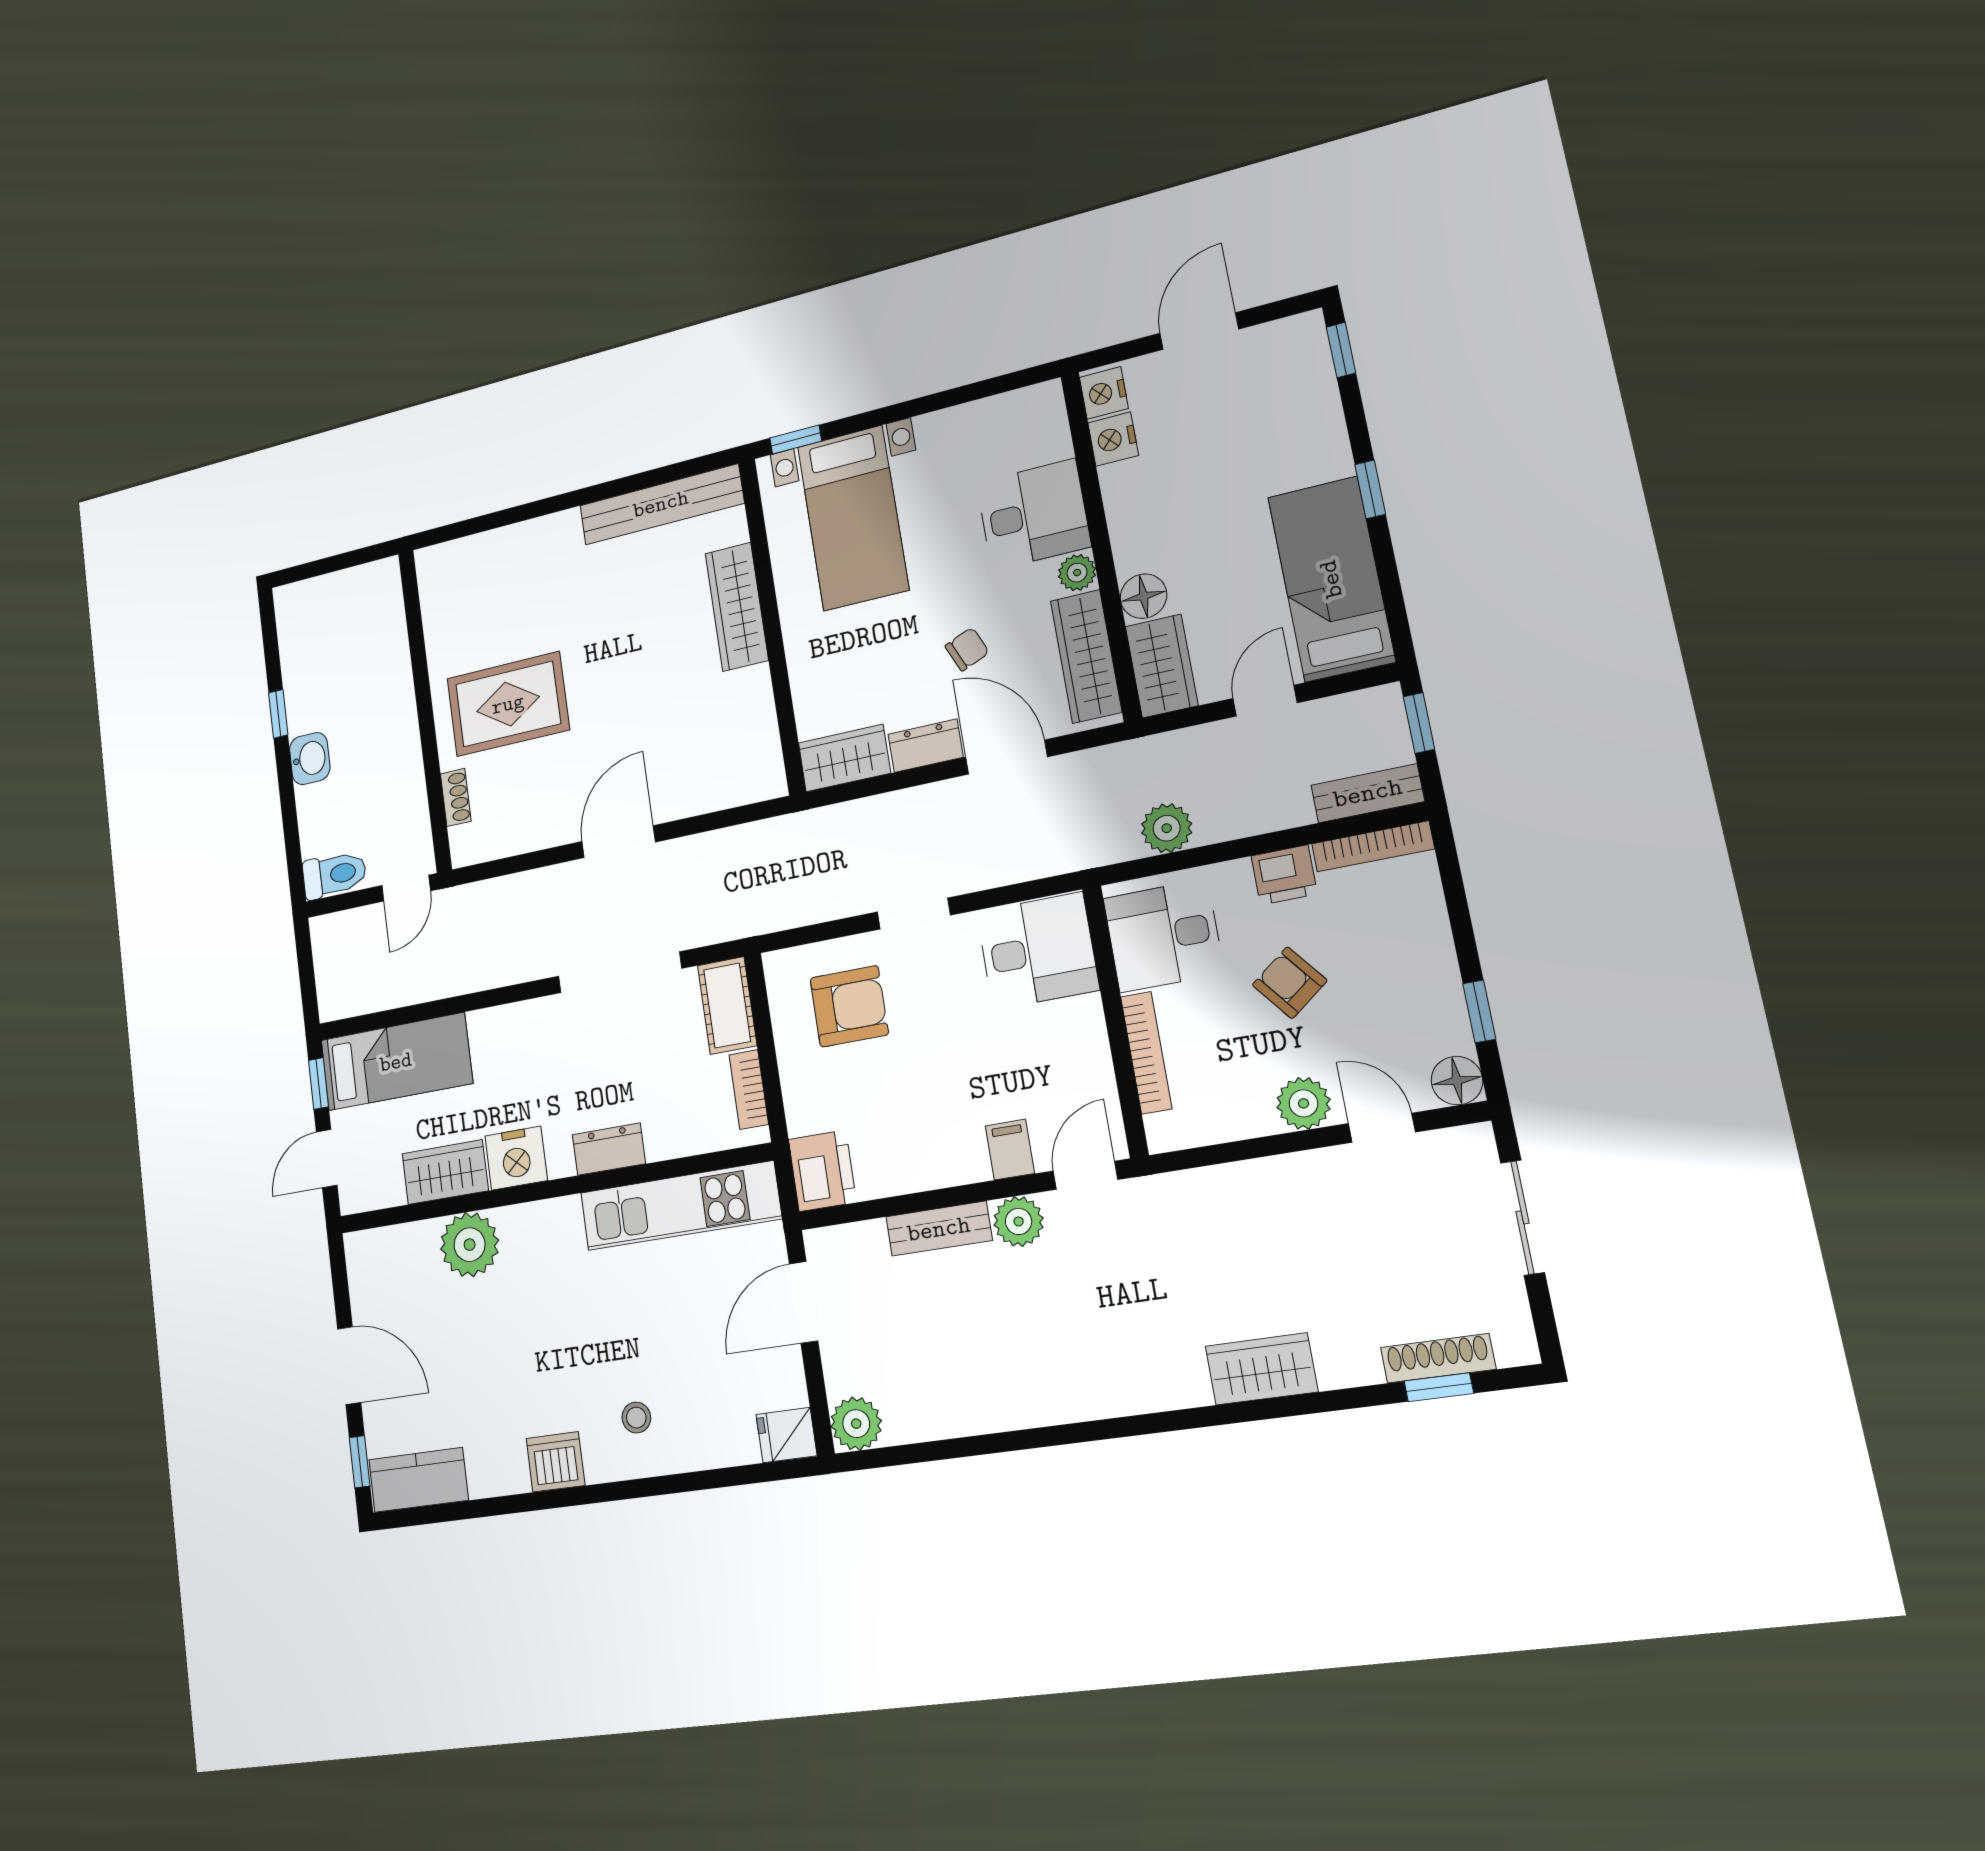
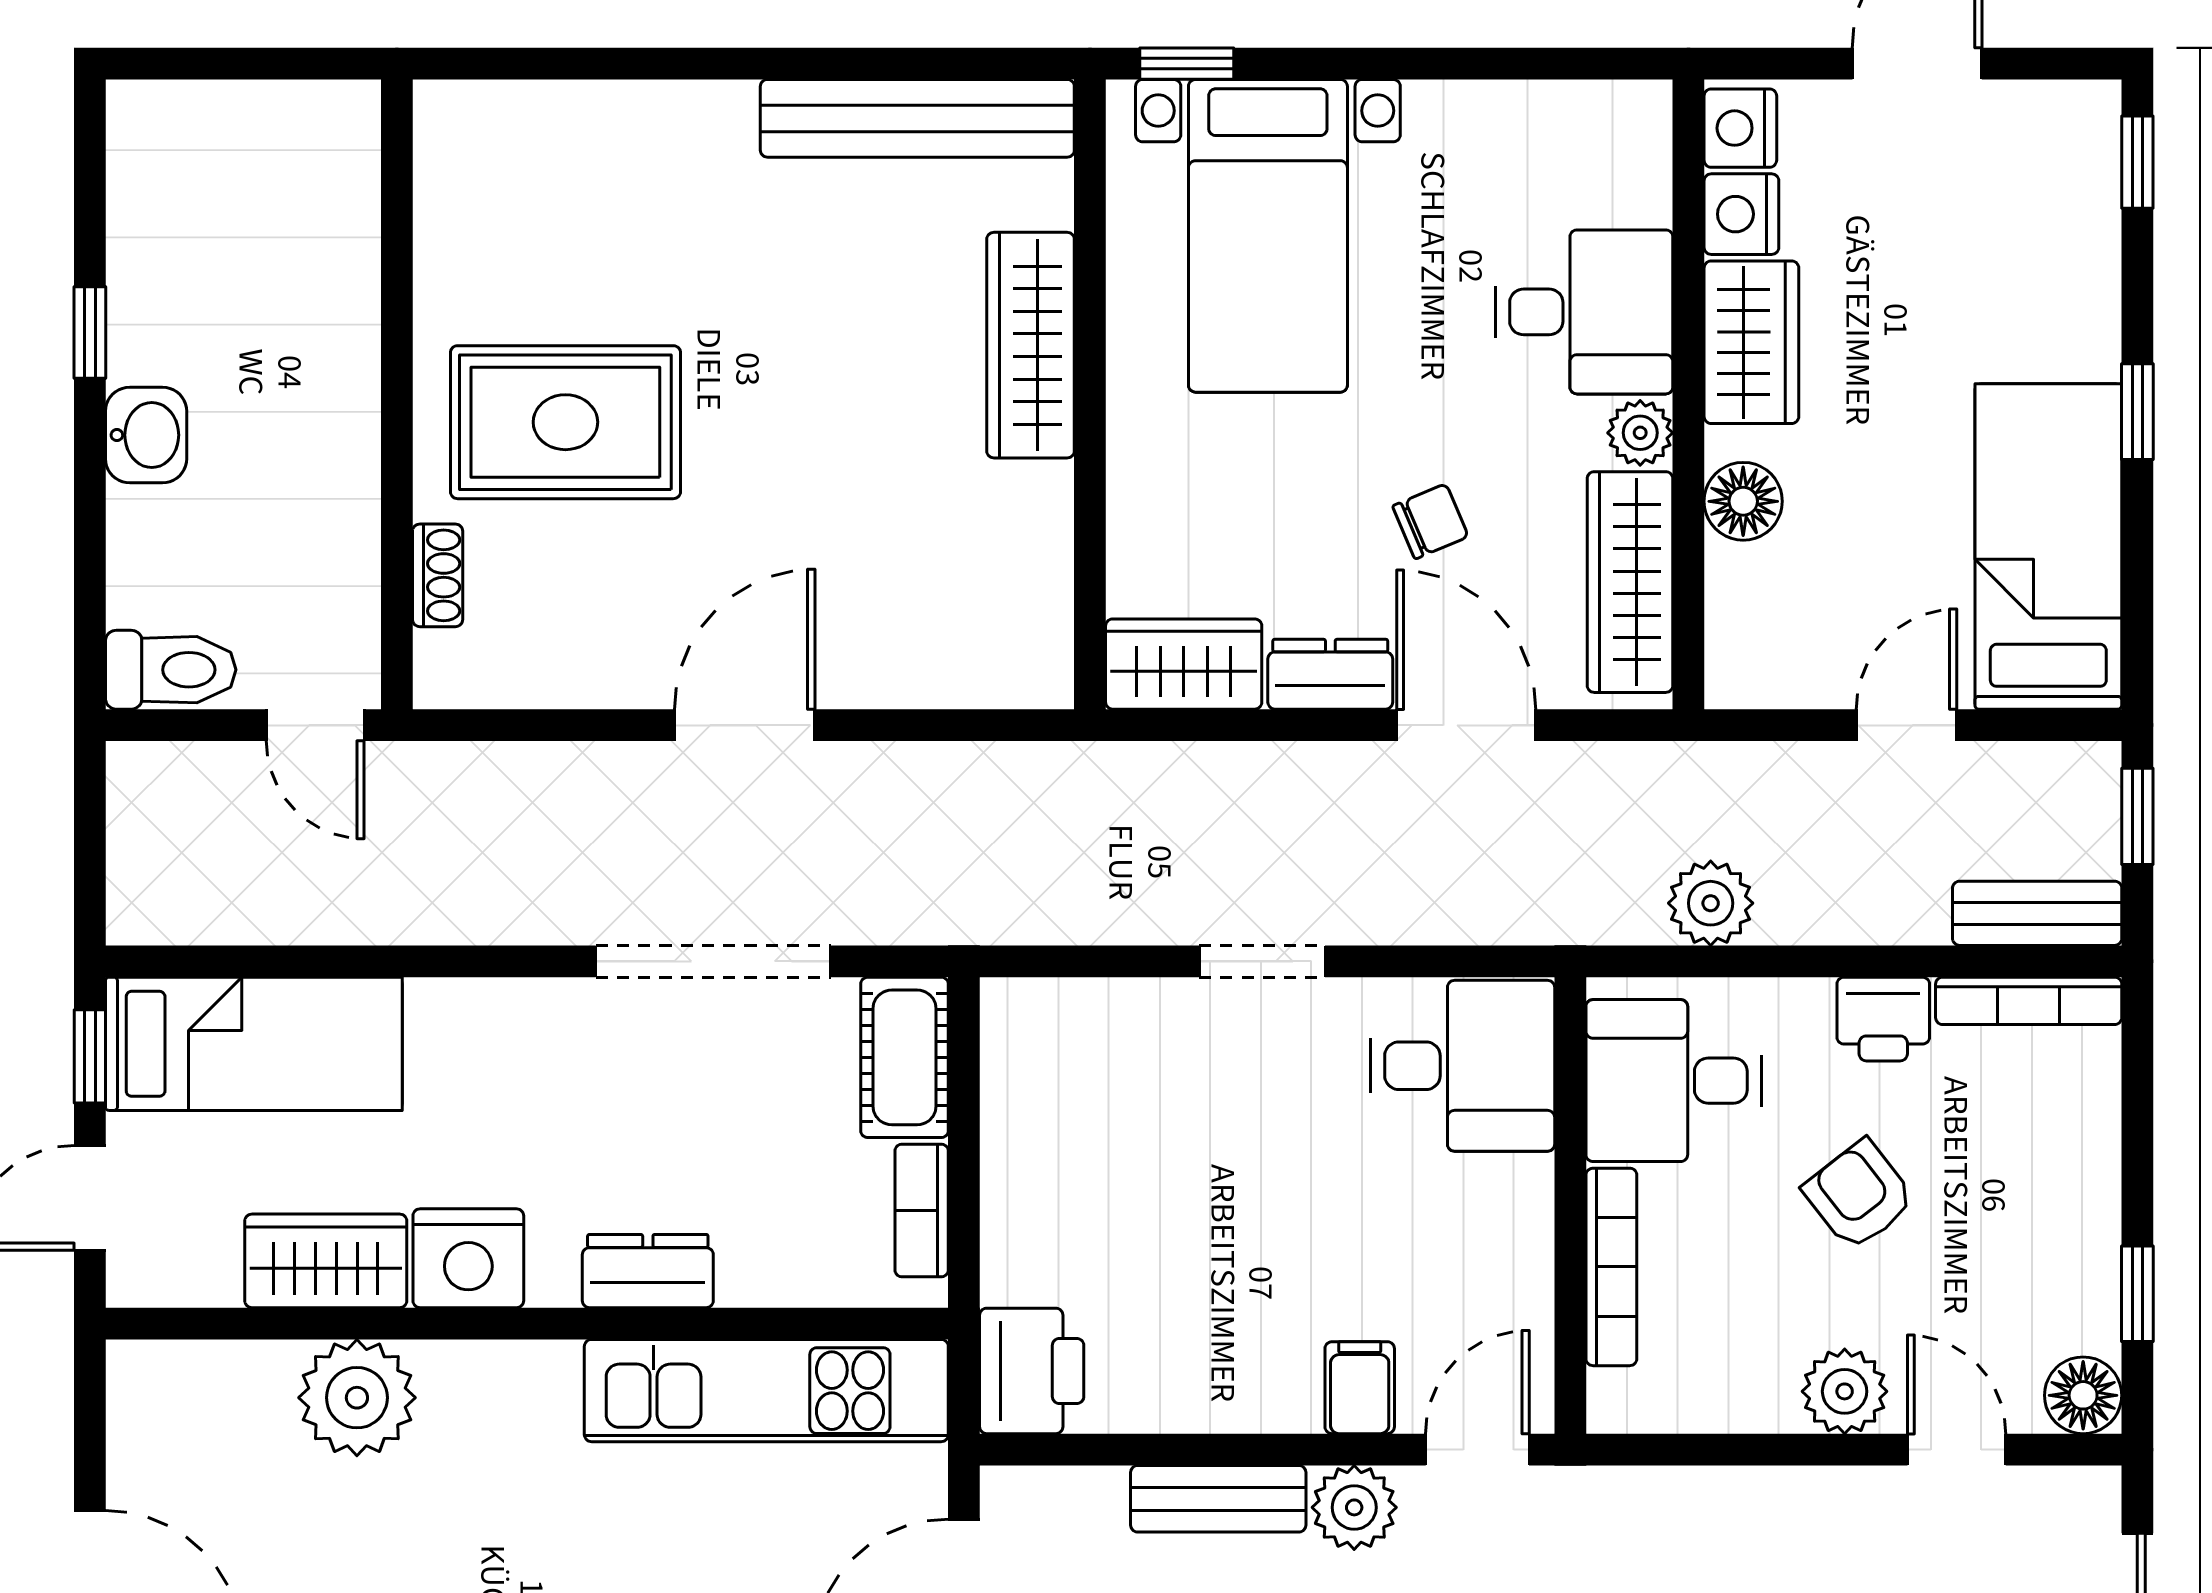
wardrobe: (1162, 666) -> (1751, 342), moved
door: (406, 888) -> (315, 725), hinge flipped
armchair: (849, 1006) -> (1123, 1099), removed

